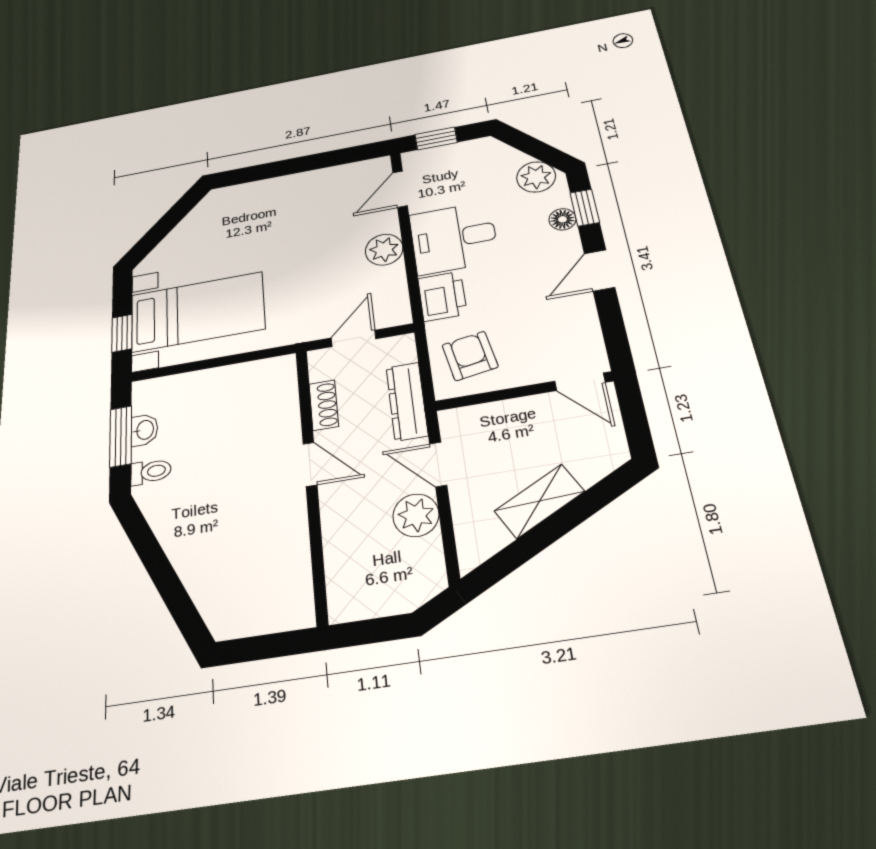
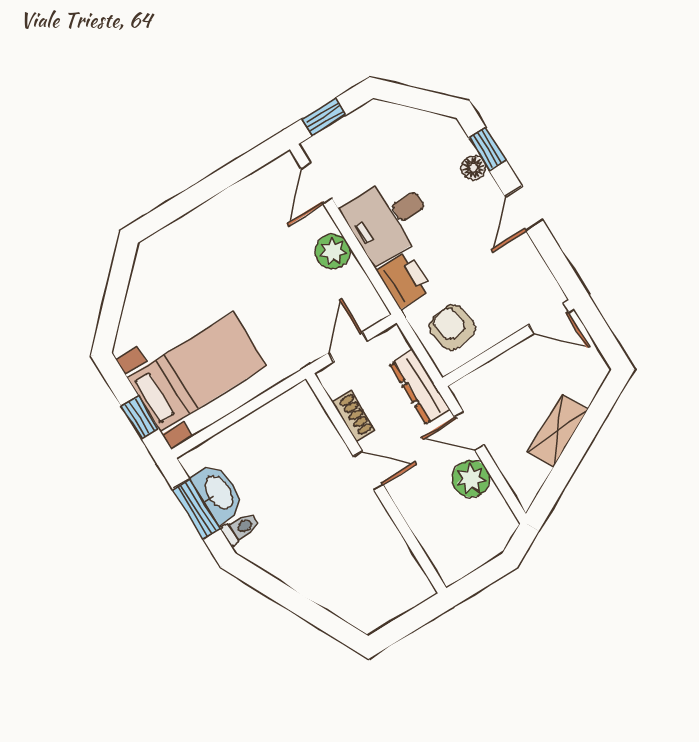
plant: (536, 177) -> (433, 130), removed
washbasin: (144, 430) -> (218, 493), width x1.91, depth x1.45

